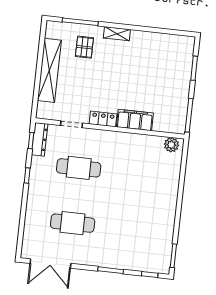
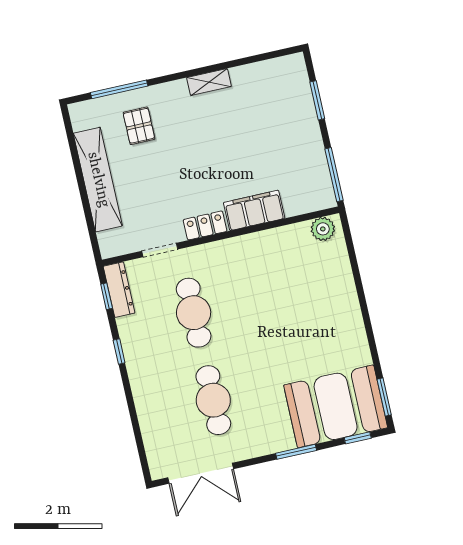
shelving: (117, 34) -> (209, 82), moved
cafe table: (79, 168) -> (194, 313), turned 90
cafe table: (73, 223) -> (213, 400), turned 90
booth: (143, 251) -> (336, 406), added

